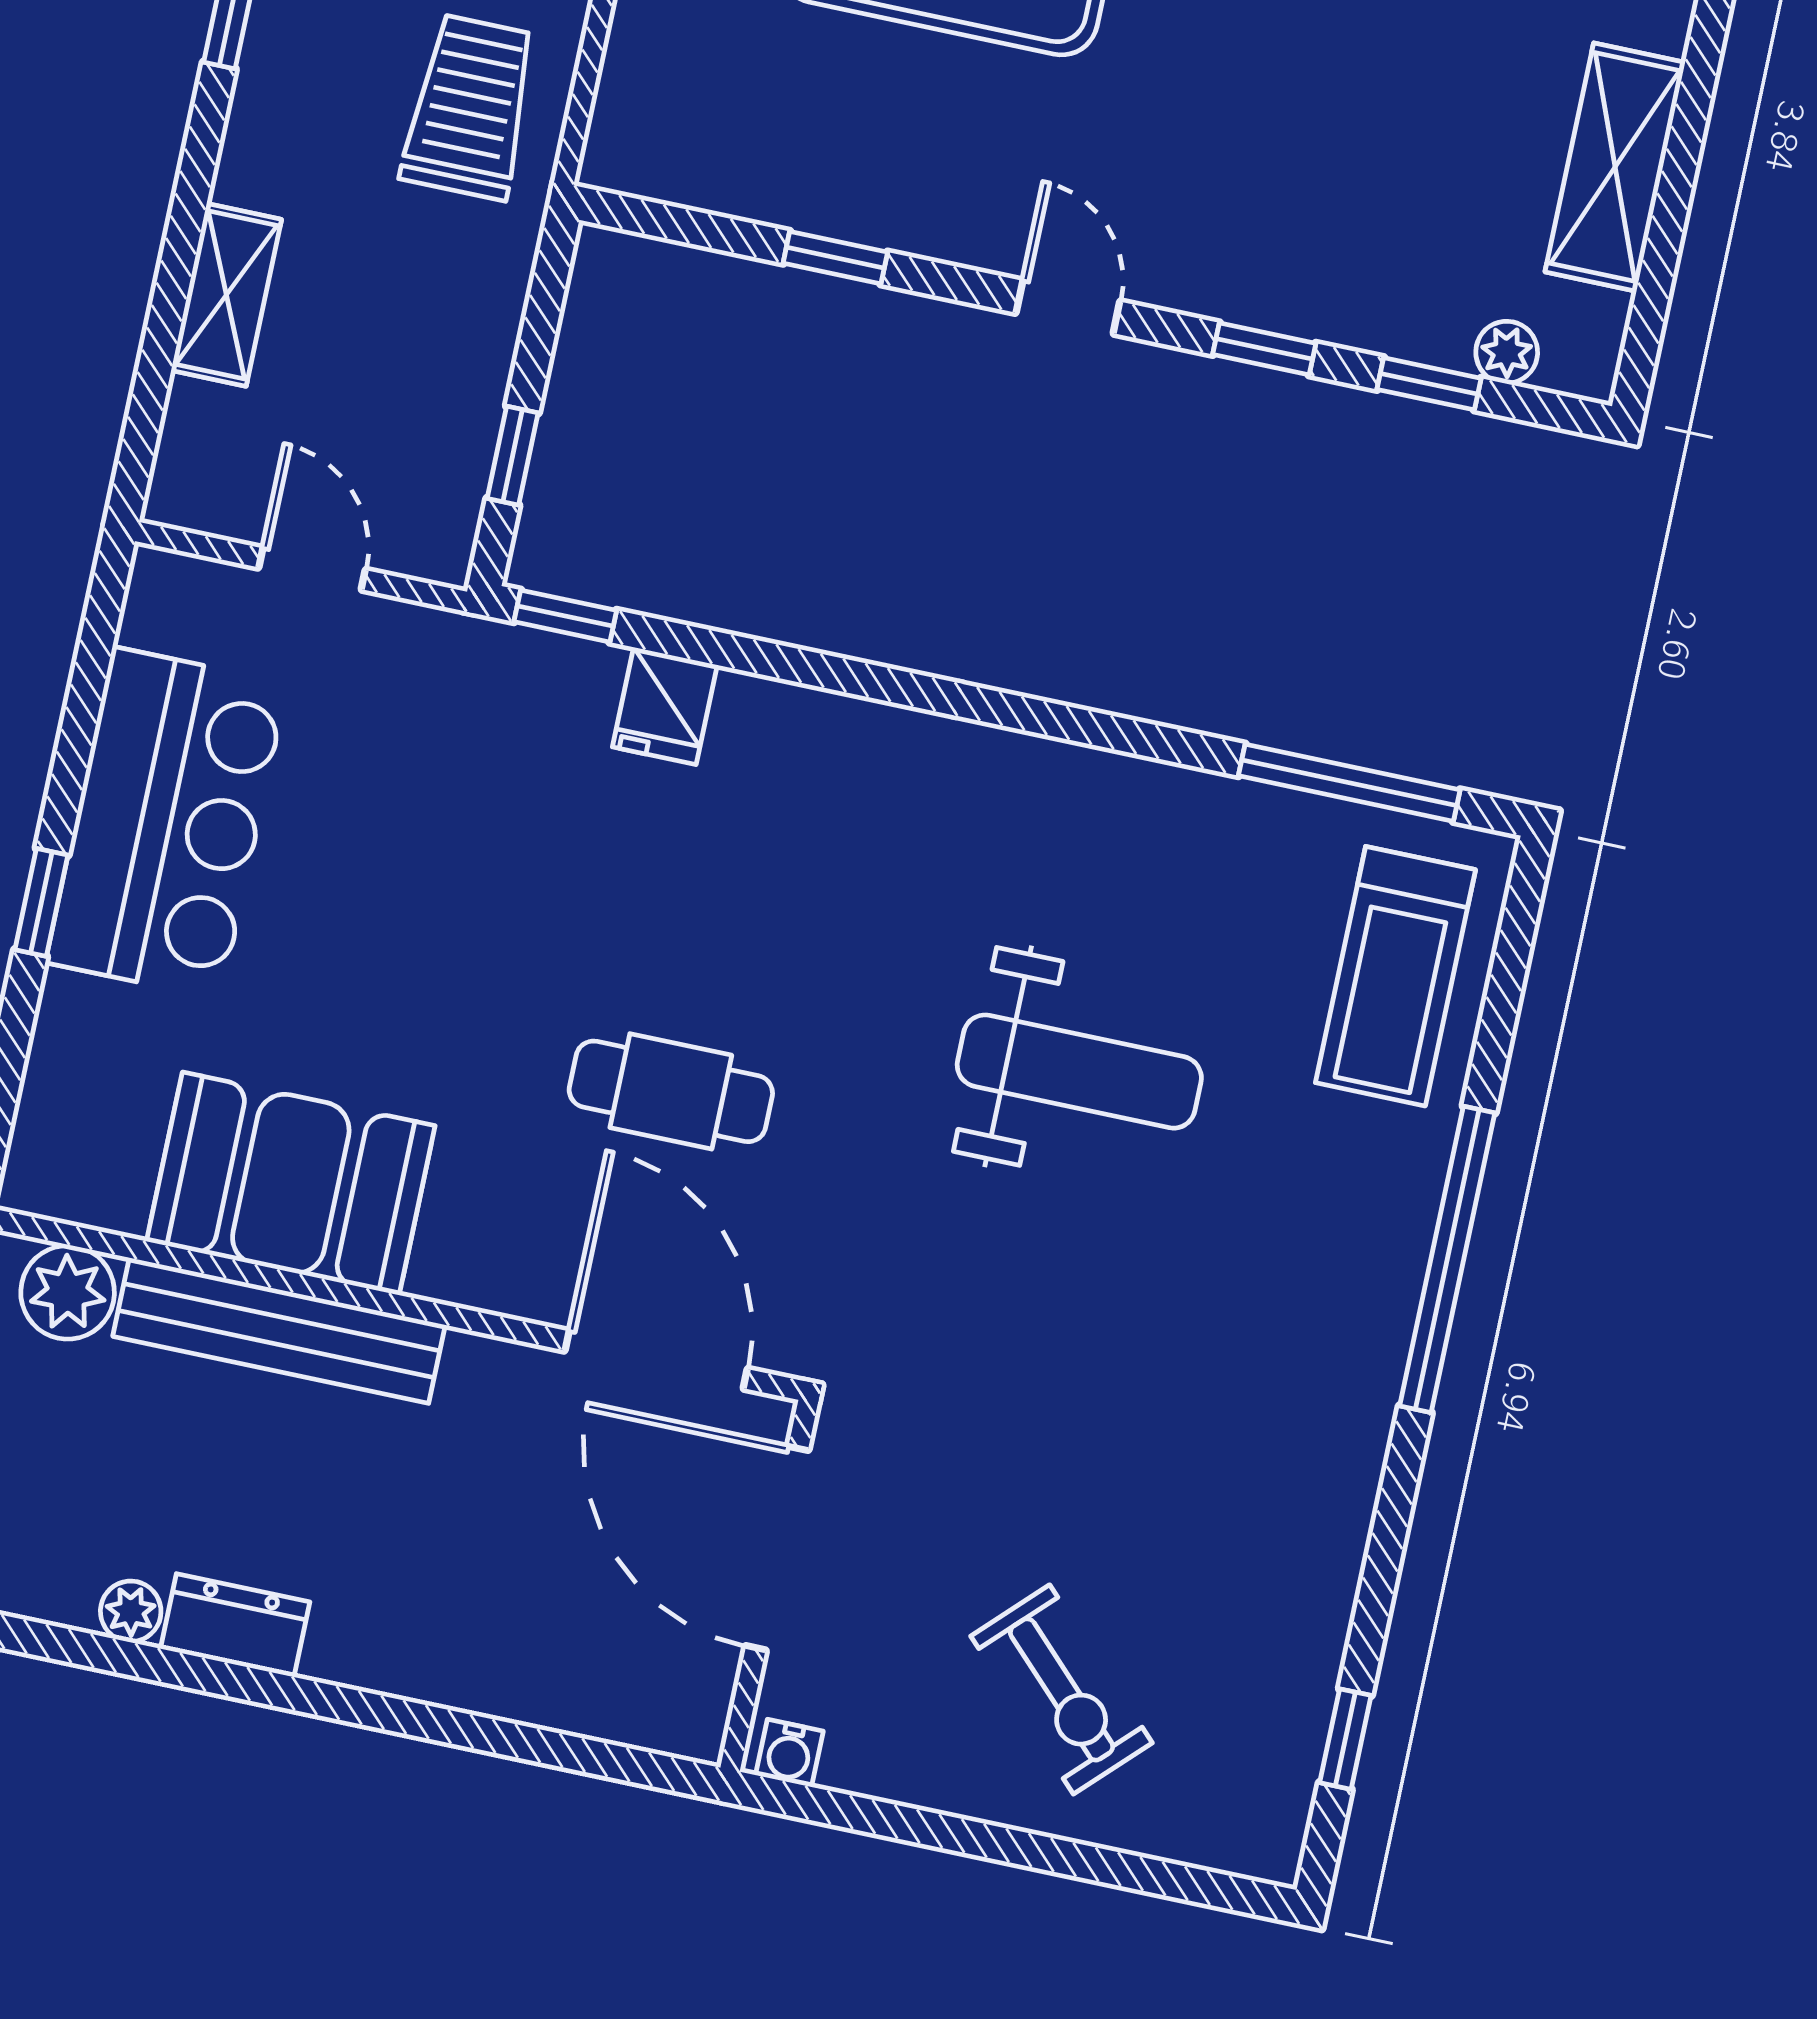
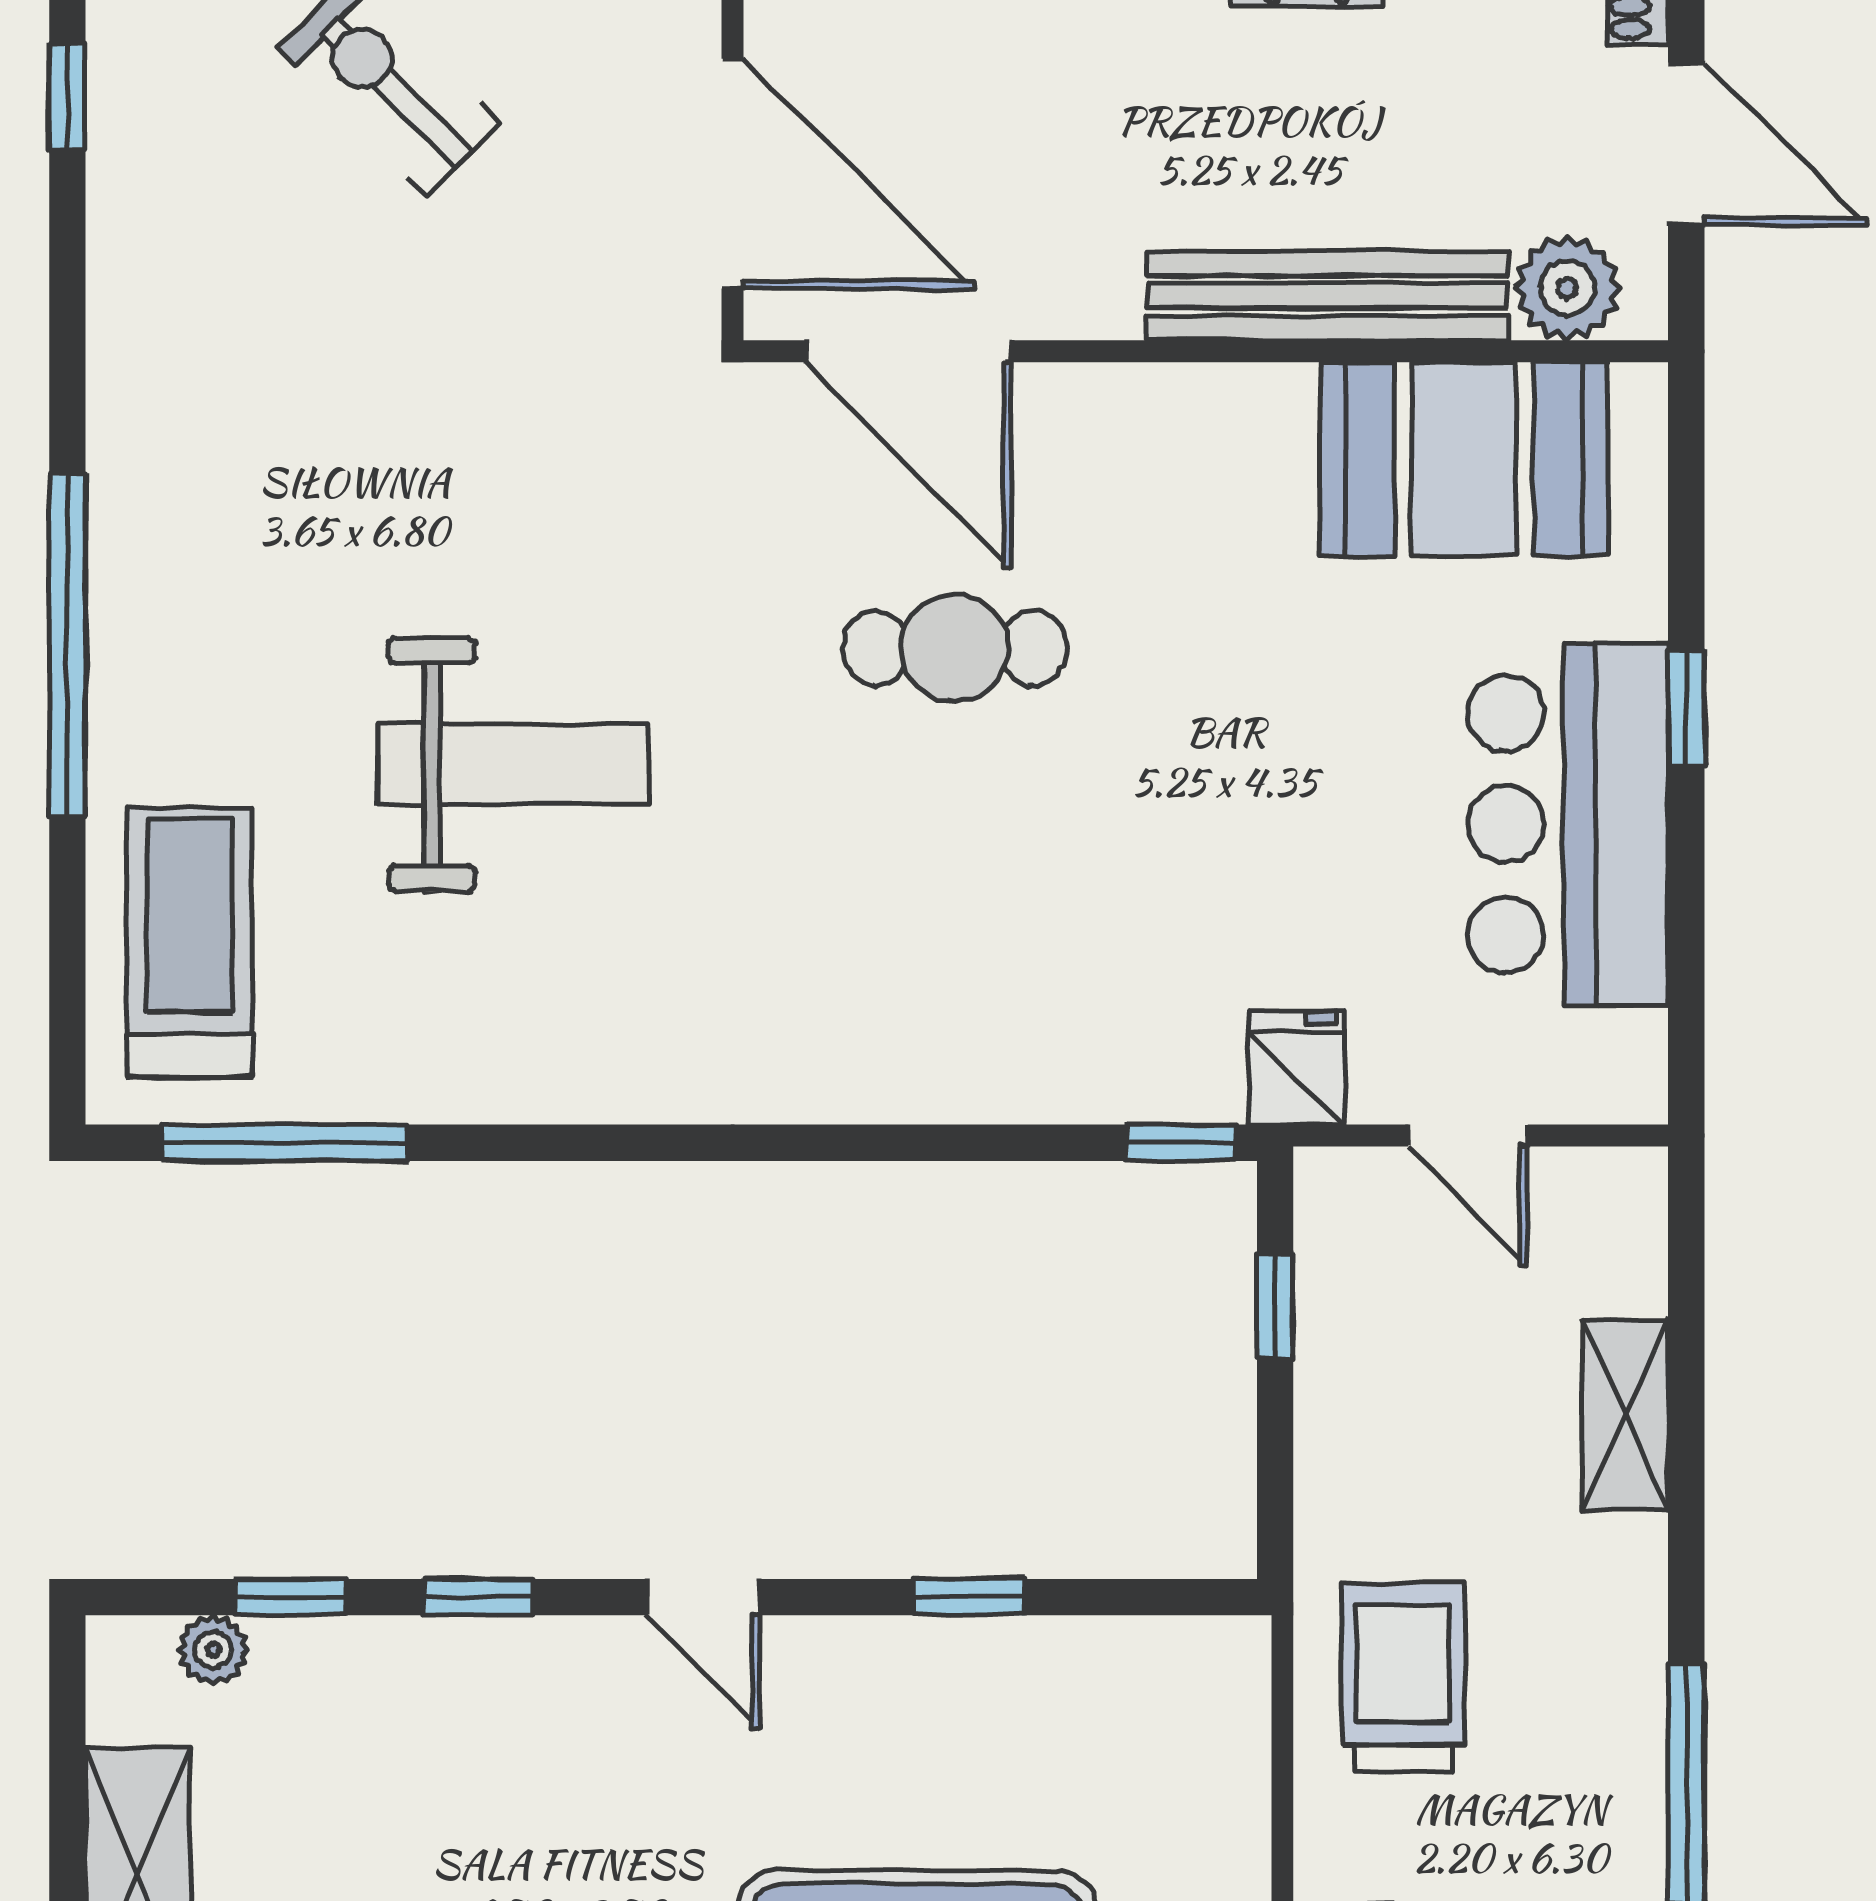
trolley: (470, 107) -> (1403, 1677), turned 180
fridge: (665, 706) -> (1297, 1068), moved
weight bench: (1079, 1072) -> (513, 764), turned 180
booth: (291, 1184) -> (1464, 459), moved

